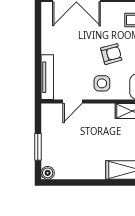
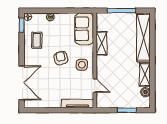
shelving: (88, 172) -> (145, 75), added
boiler: (48, 173) -> (146, 92), moved

